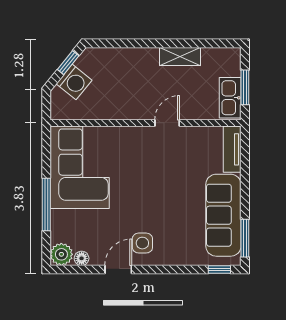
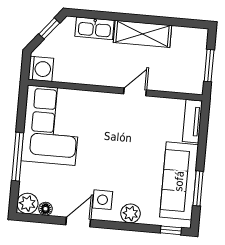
shelving: (180, 56) -> (143, 34), width x1.50, depth x1.33
washing machine: (74, 82) -> (41, 69), moved, turned -39
kitchen sink: (230, 98) -> (95, 28), moved, turned -90
window: (245, 238) -> (198, 188), moved
plant: (174, 255) -> (130, 213), added

